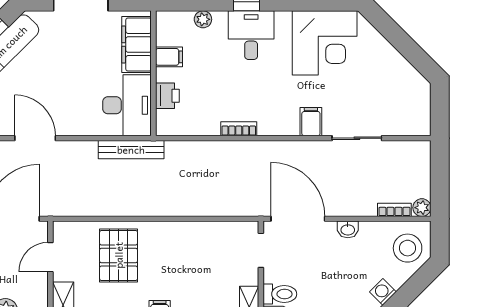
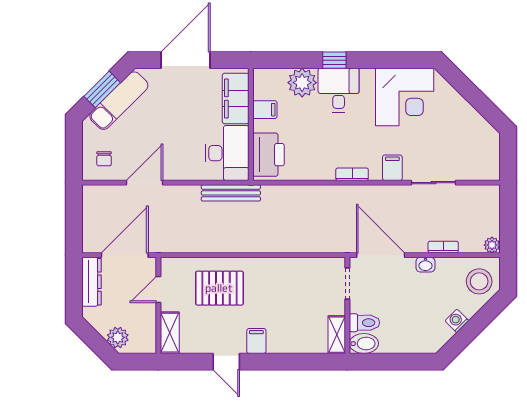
plant: (203, 19) -> (302, 83), width x1.88, depth x1.88
printer: (167, 96) -> (268, 155), width x1.87, depth x1.48
bookcase: (239, 129) -> (352, 174), moved
door: (35, 138) -> (144, 183), hinge flipped
bookcase: (394, 210) -> (443, 247), moved
pallet: (119, 255) -> (219, 288), turned 90

